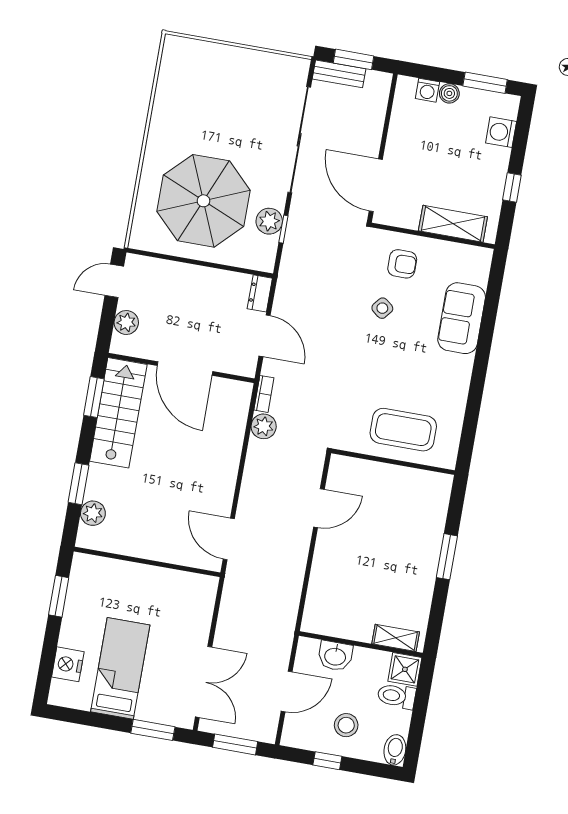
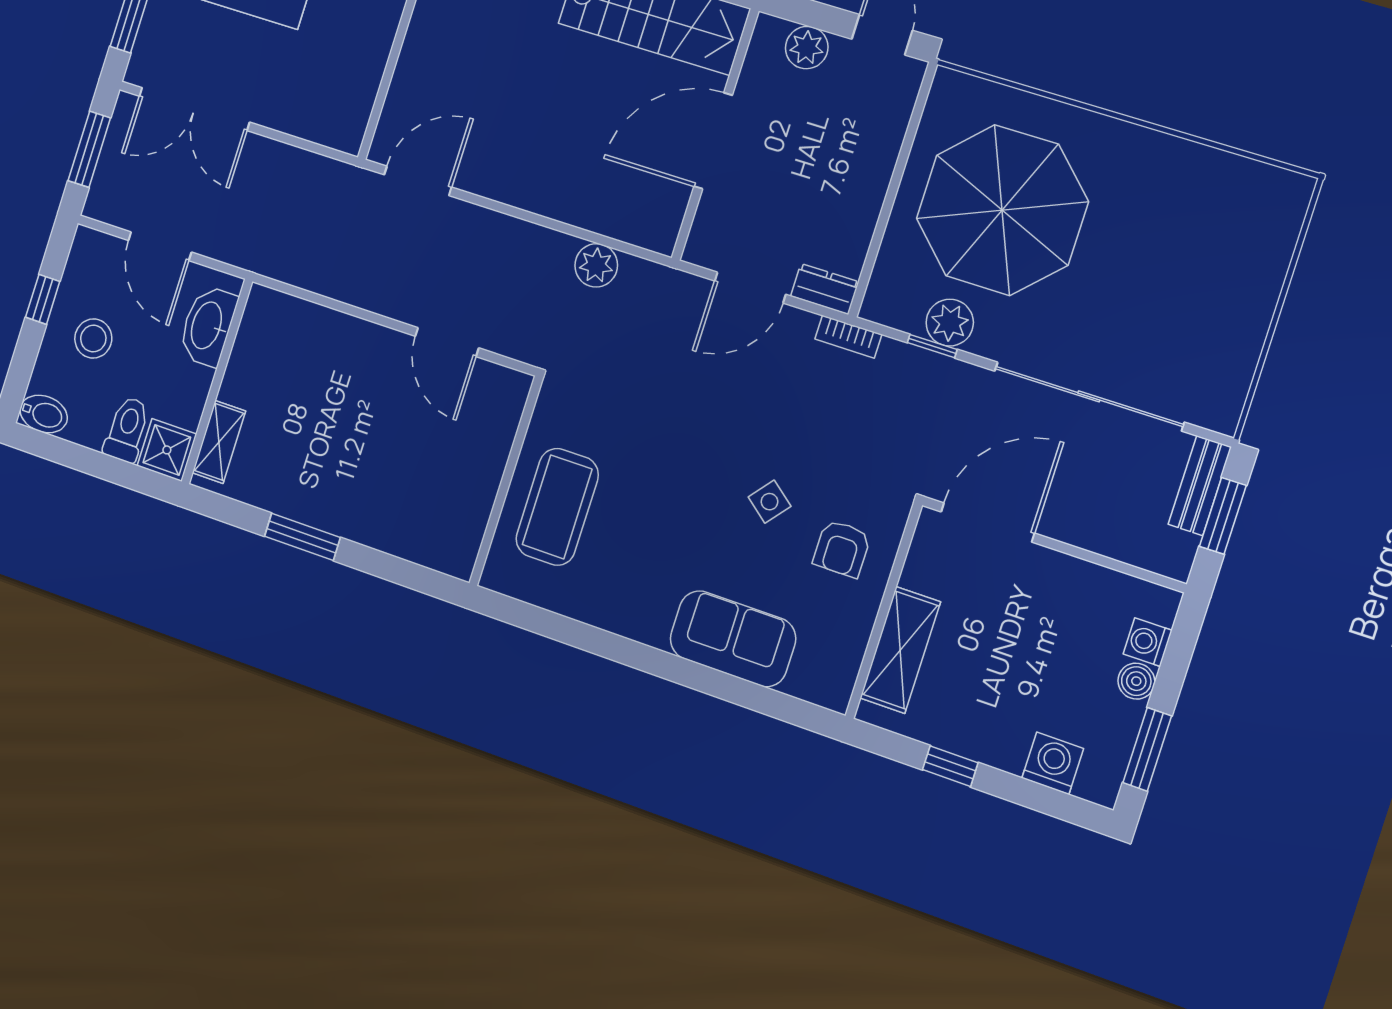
bookcase: (264, 394) -> (848, 337), moved
window: (447, 557) -> (302, 537), moved
washbasin: (335, 656) -> (208, 326), width x1.38

